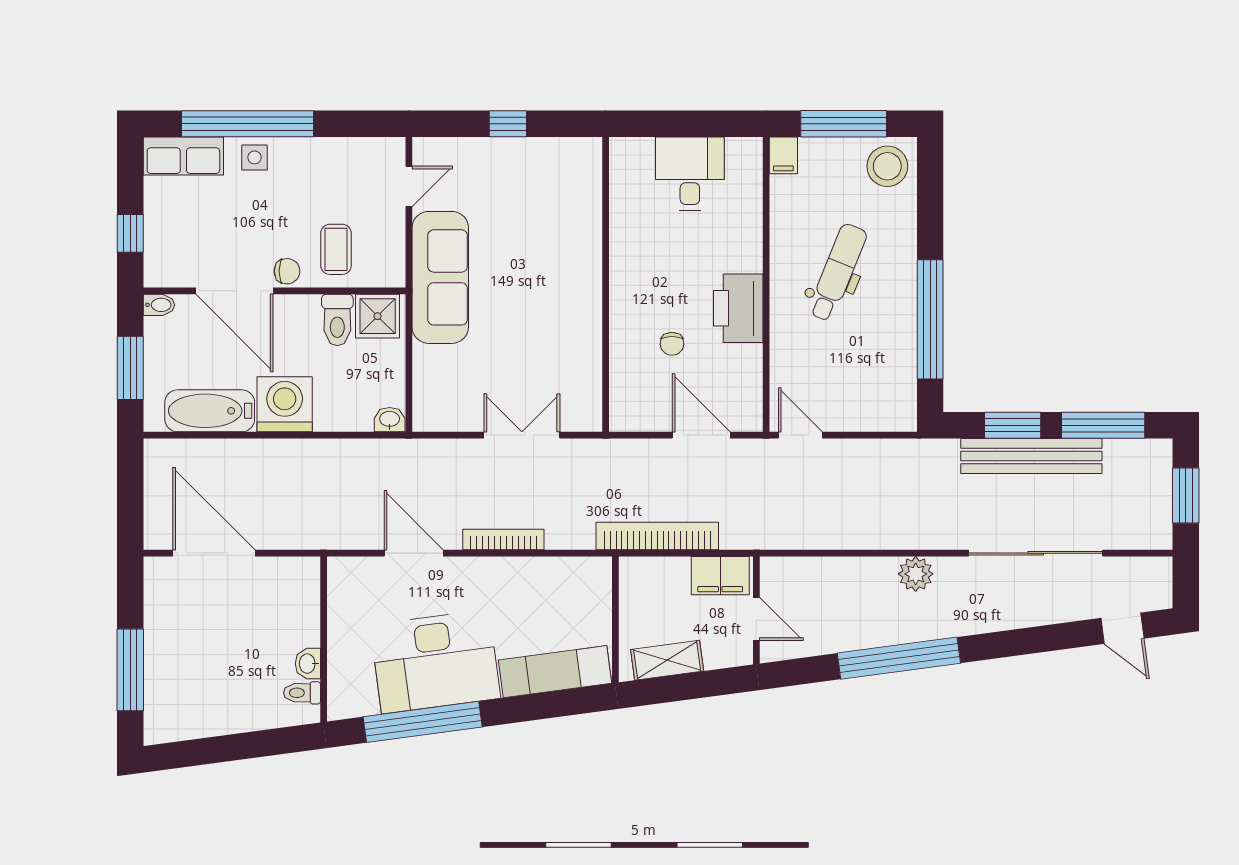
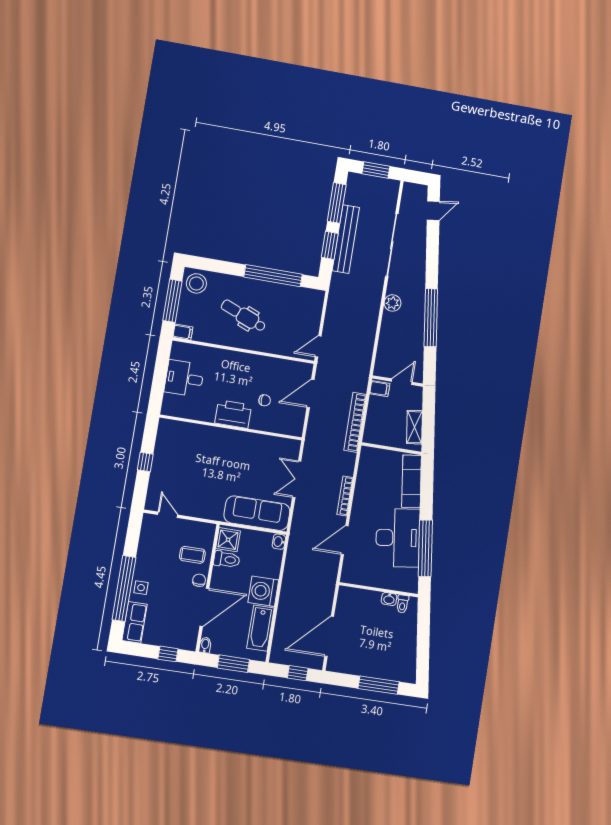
sofa: (440, 277) -> (257, 513), moved
printer: (738, 308) -> (233, 414), moved, turned 180
window: (130, 501) -> (298, 673), added
filing cabinet: (720, 576) -> (380, 389), width x0.50

